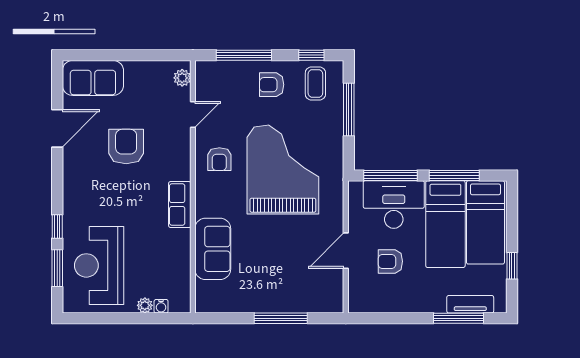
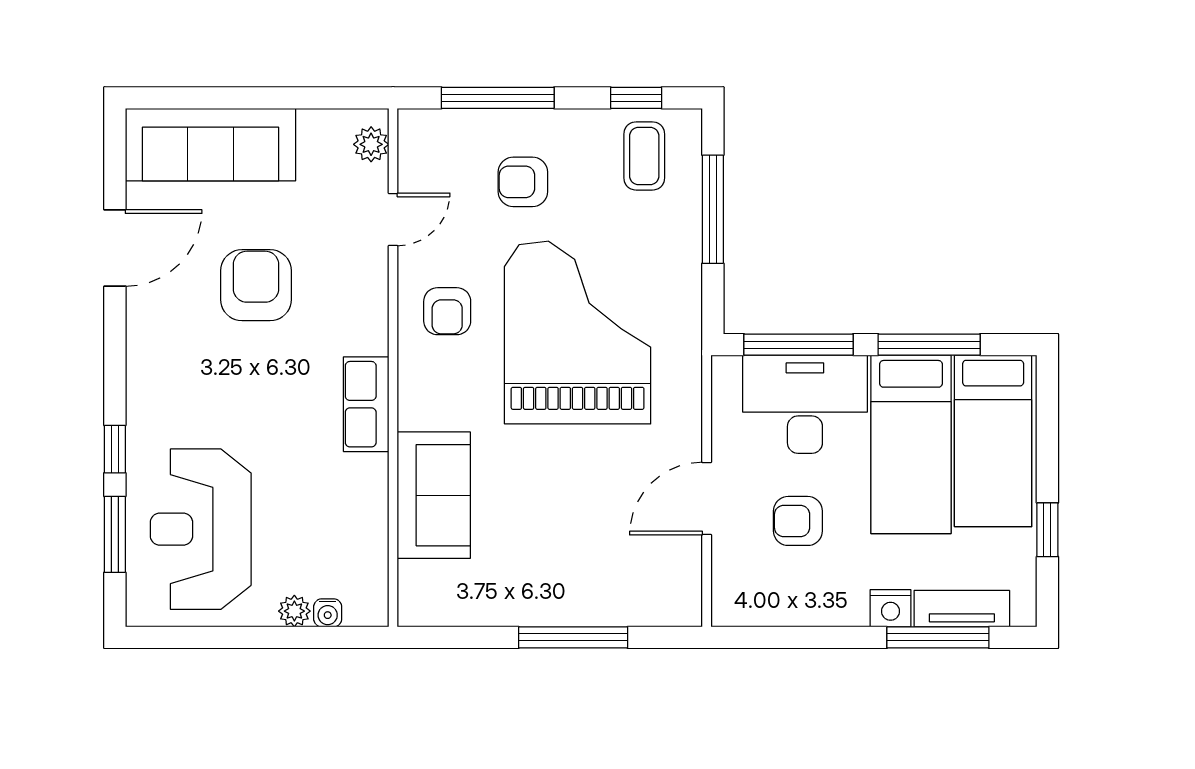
sofa: (93, 78) -> (211, 145), width x1.36
armchair: (272, 85) -> (523, 182), moved
nightstand: (435, 304) -> (890, 608), added

